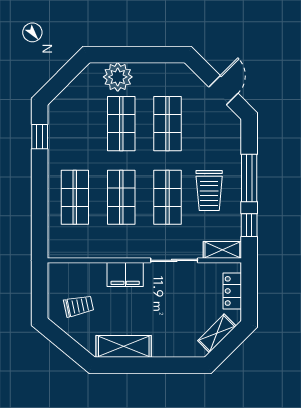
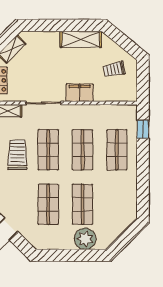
window: (40, 137) -> (143, 129), moved

